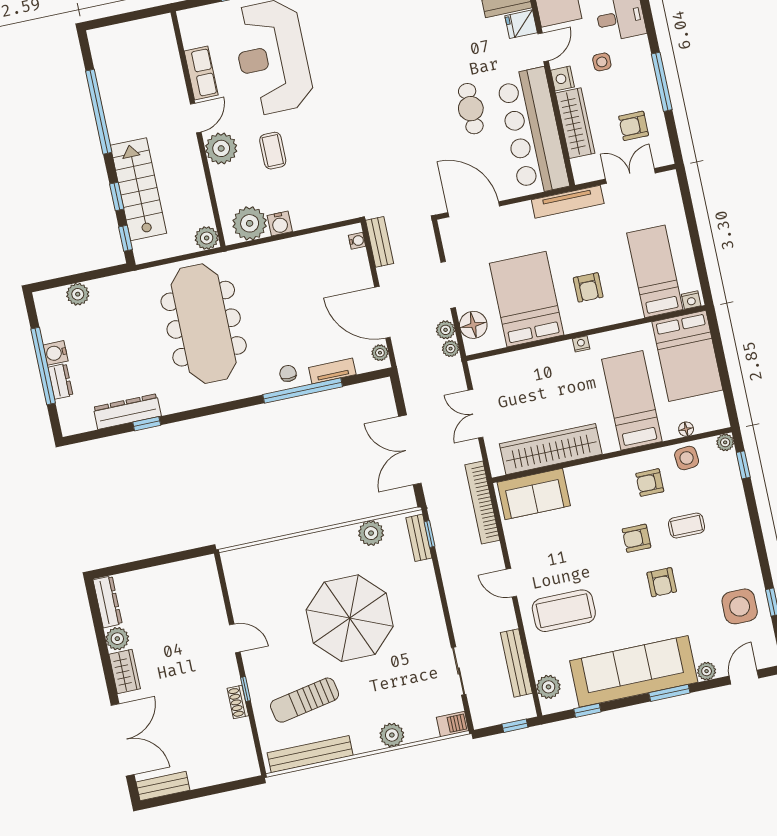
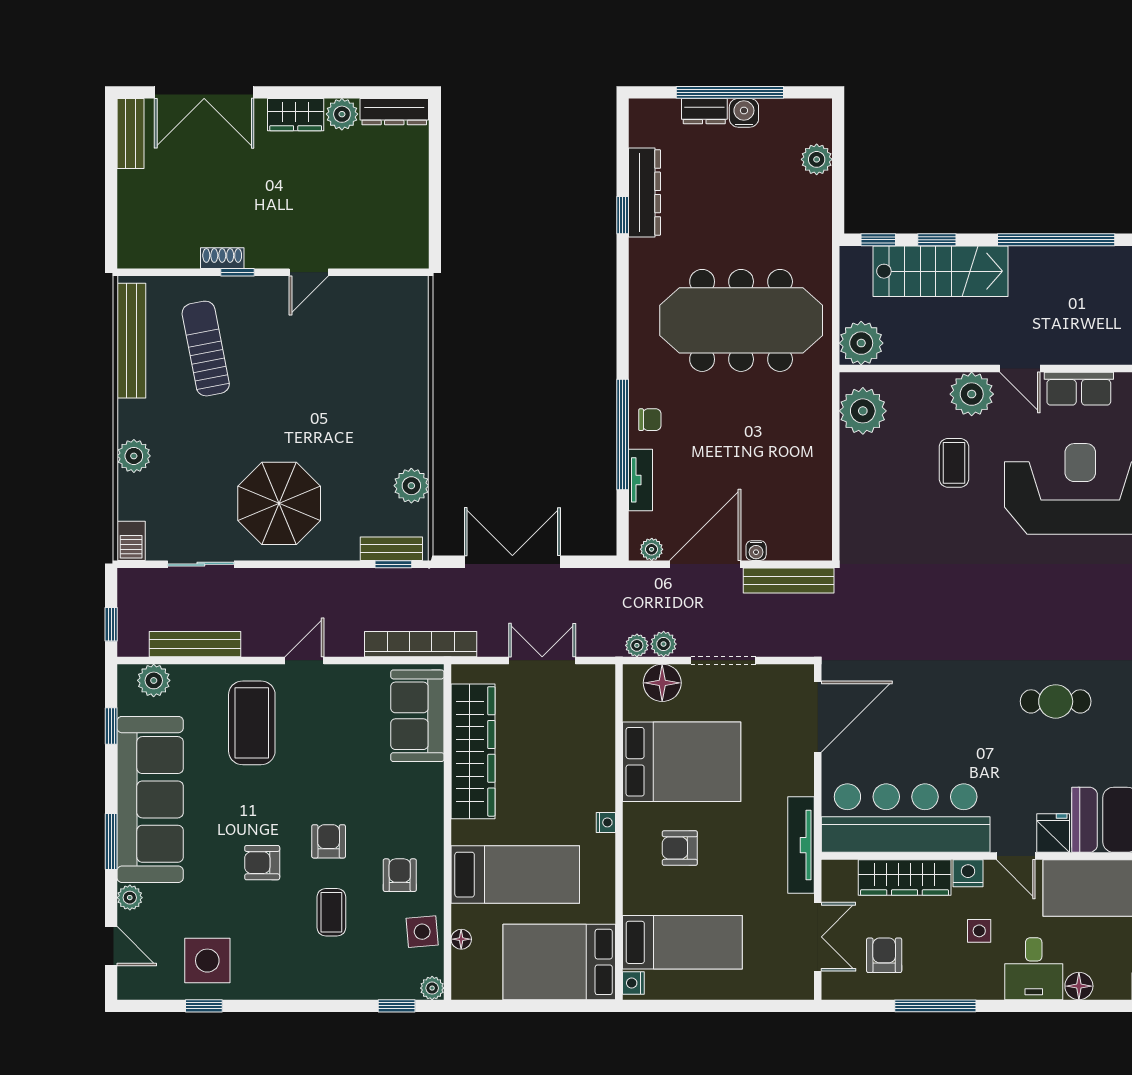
cafe table: (471, 109) -> (1056, 701), moved
coffee table: (273, 151) -> (954, 463), turned 90
water cooler: (280, 224) -> (854, 451), removed
plant: (207, 238) -> (861, 343), width x1.36, depth x1.36
water cooler: (357, 241) -> (756, 551), moved
bench: (380, 242) -> (789, 580), width x1.36
parasol: (350, 618) -> (279, 503), moved, width x0.73, depth x0.73

